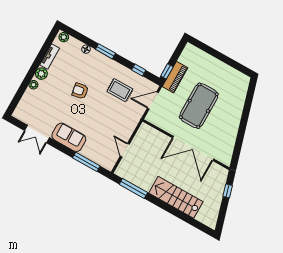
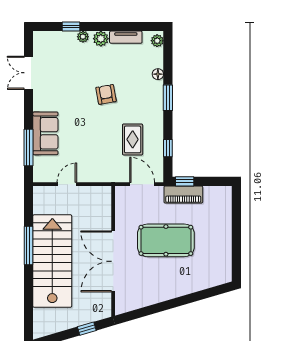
window: (22, 89) -> (71, 27), added
sofa: (69, 137) -> (45, 133), moved
window: (133, 188) -> (28, 245), moved
stairs: (176, 197) -> (52, 261), width x1.36, depth x1.51

